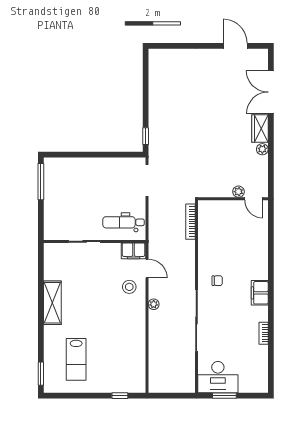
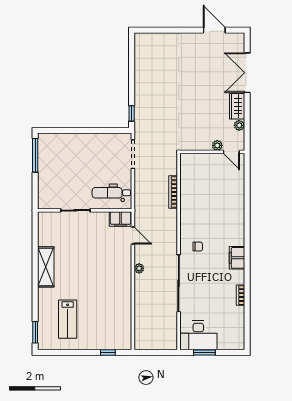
plant: (238, 192) -> (217, 145), moved
wall: (233, 199) -> (212, 152), moved
door: (254, 199) -> (231, 152), moved
stool: (129, 287) -> (117, 252), removed

